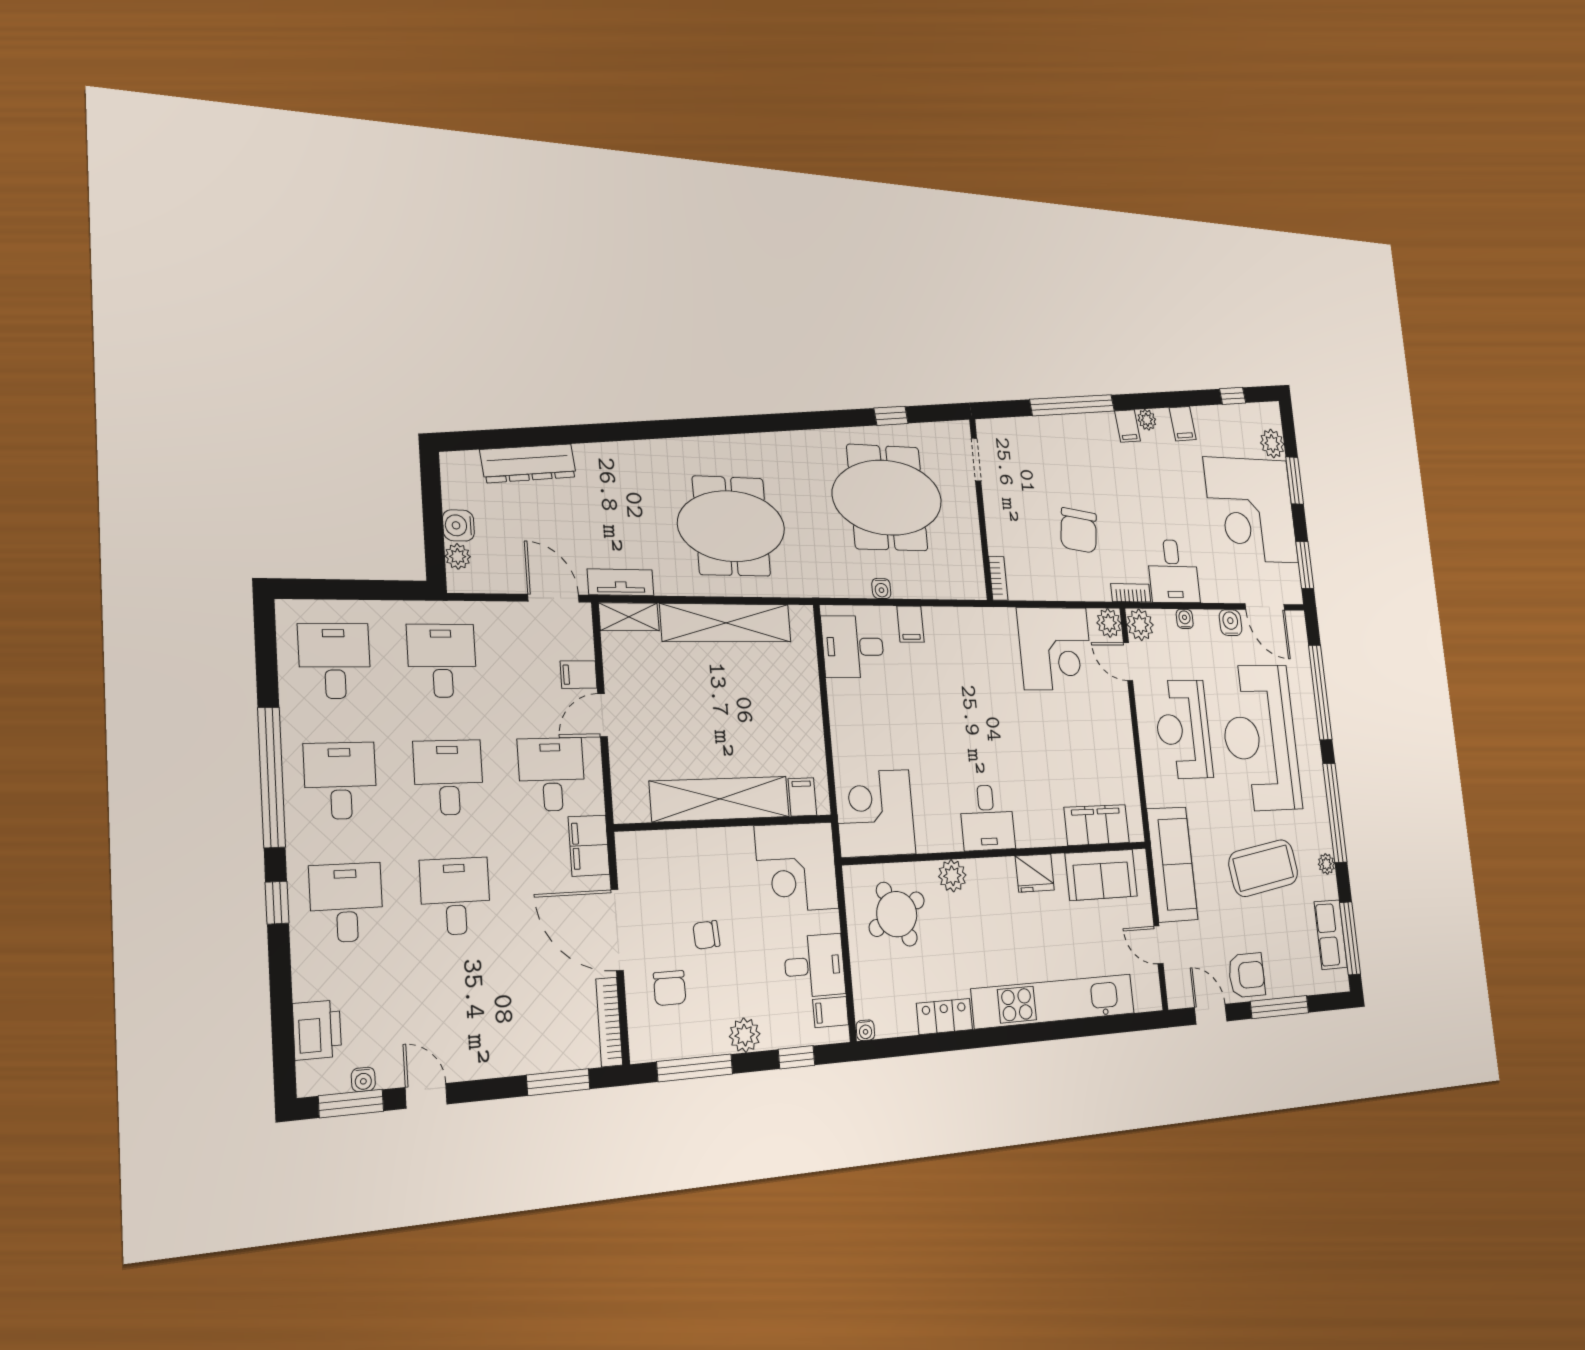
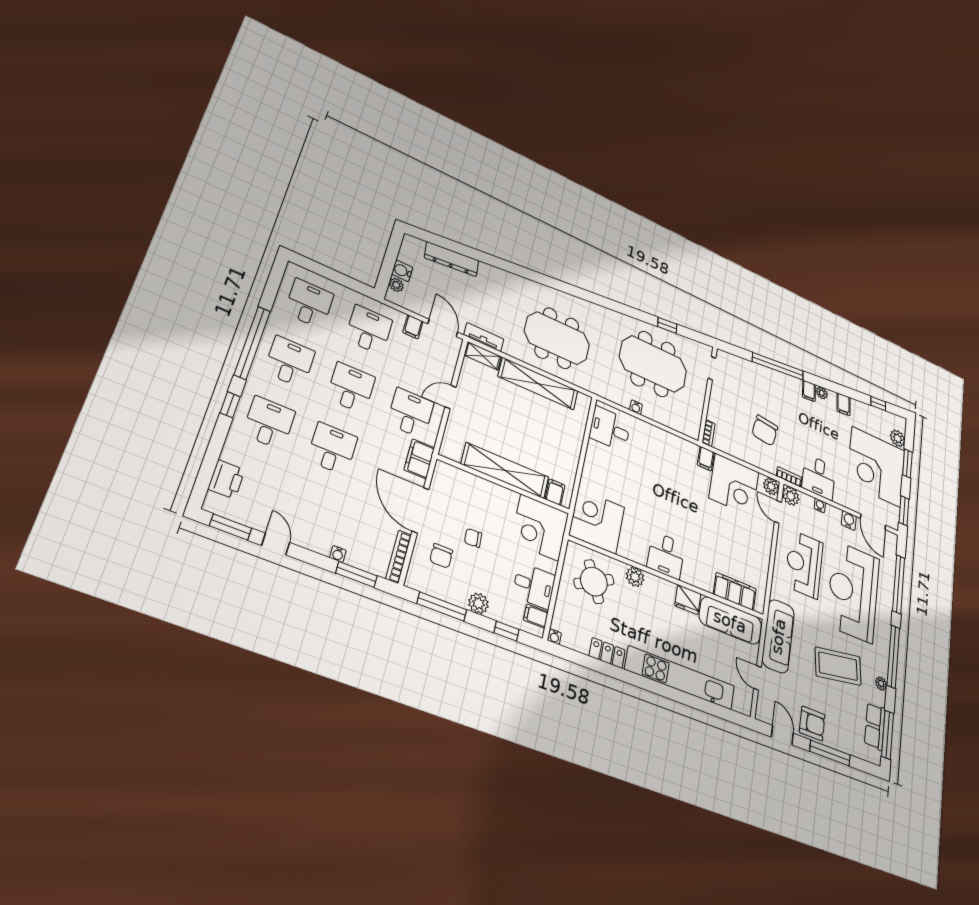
filing cabinet: (910, 624) -> (706, 459), moved
filing cabinet: (579, 675) -> (413, 327), moved, turned -90
sofa: (1101, 875) -> (730, 621), width x1.36
water cooler: (363, 1079) -> (338, 554), moved

